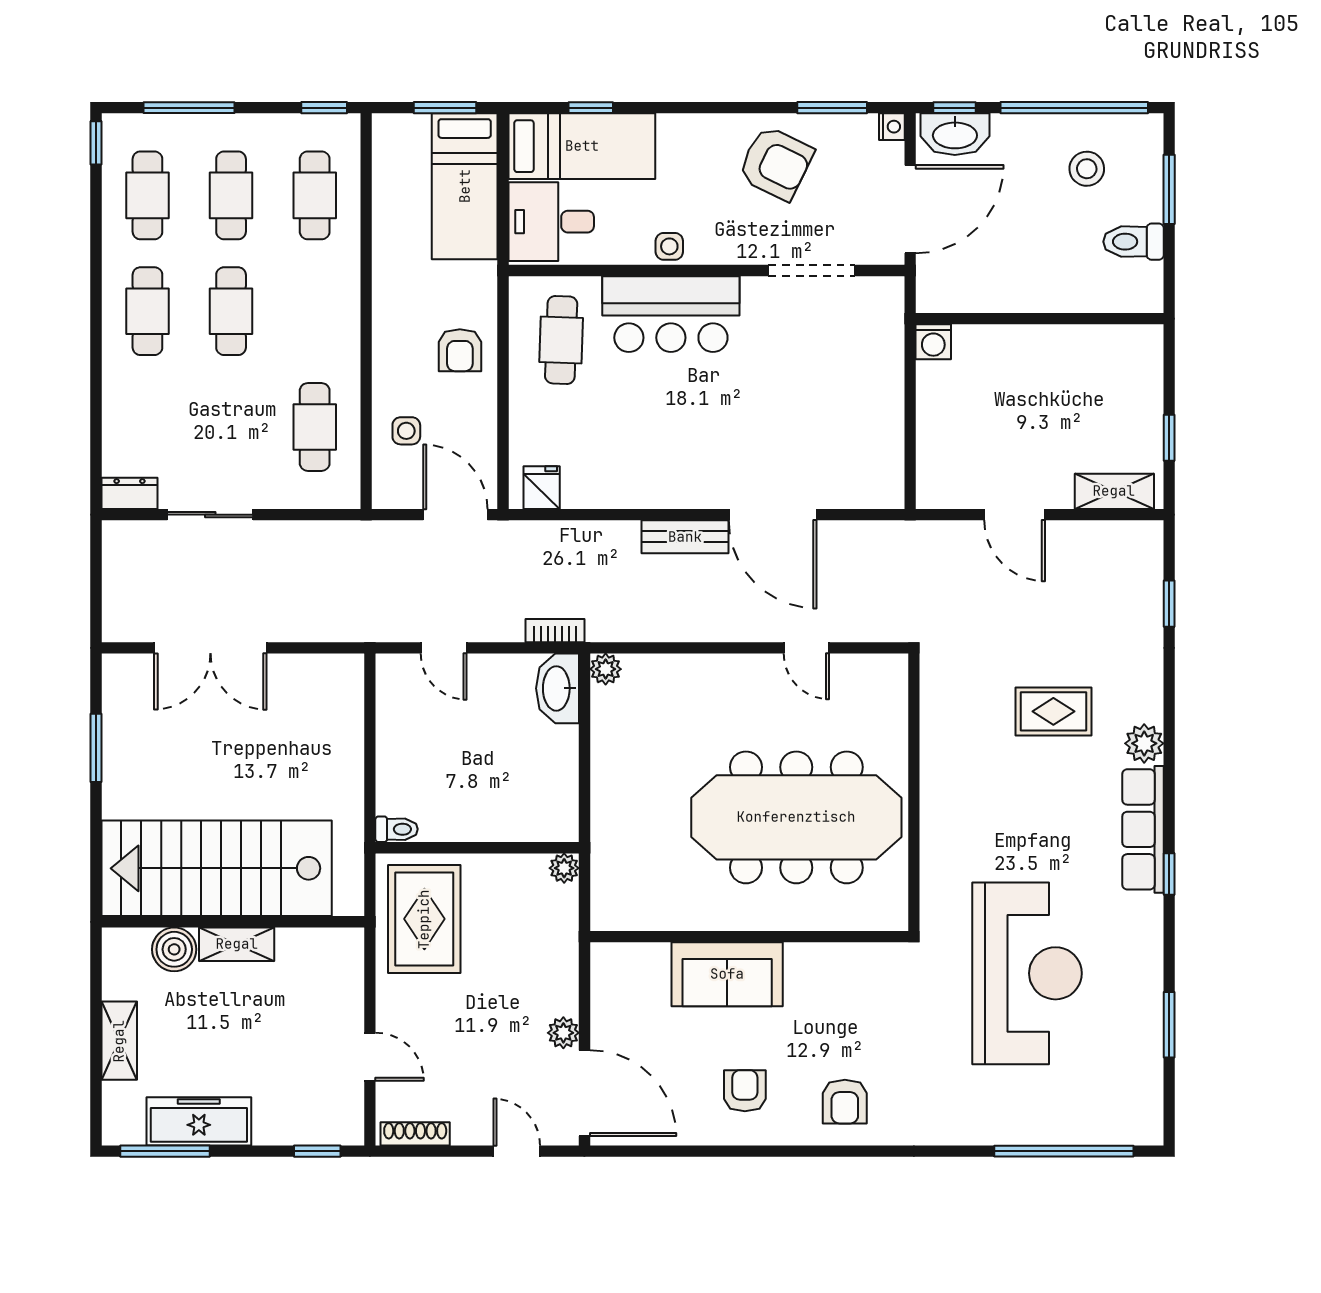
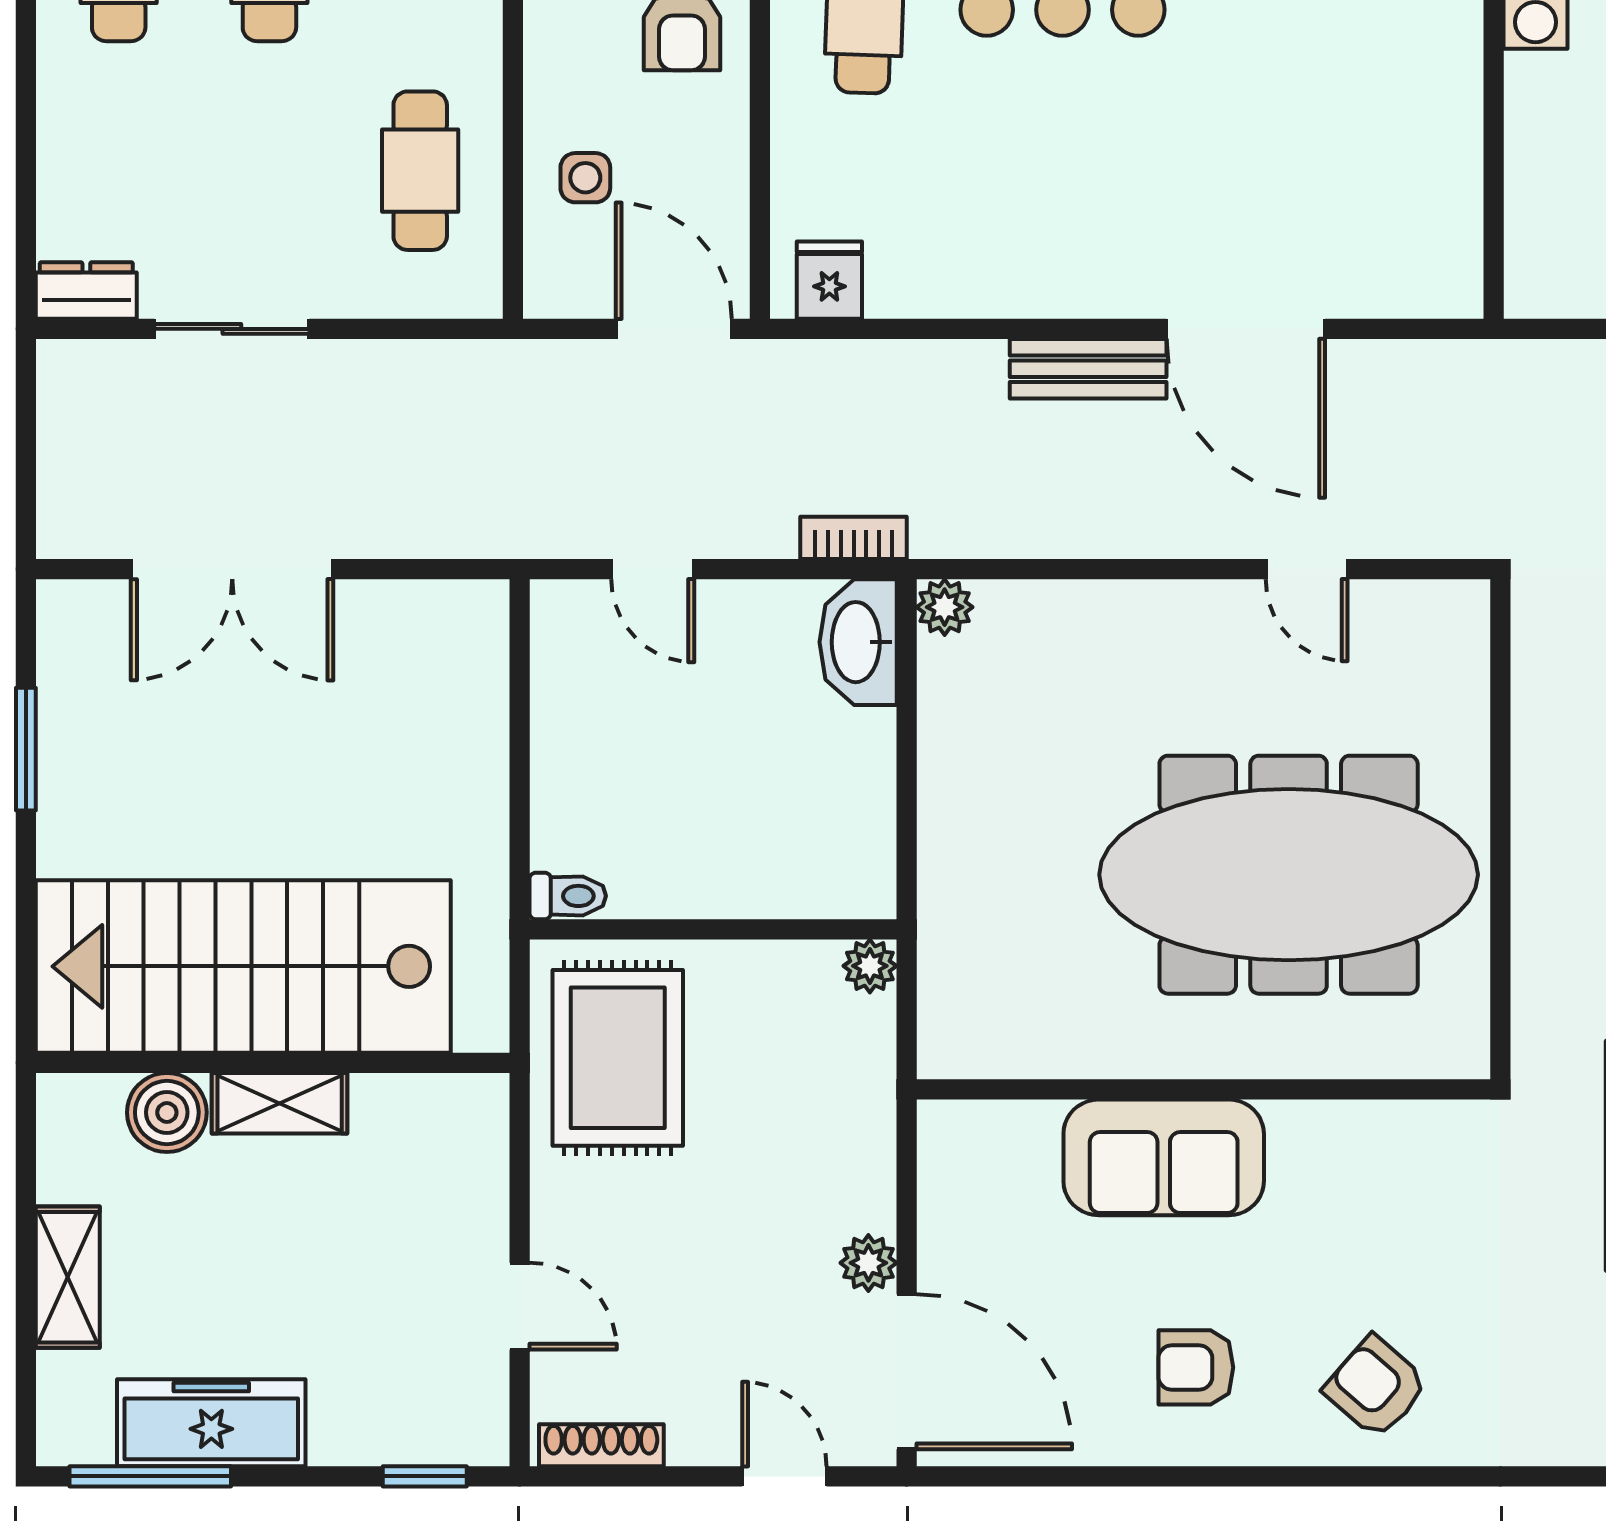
armchair: (745, 1091) -> (1196, 1367), turned -90
armchair: (845, 1102) -> (1376, 1387), turned 131

